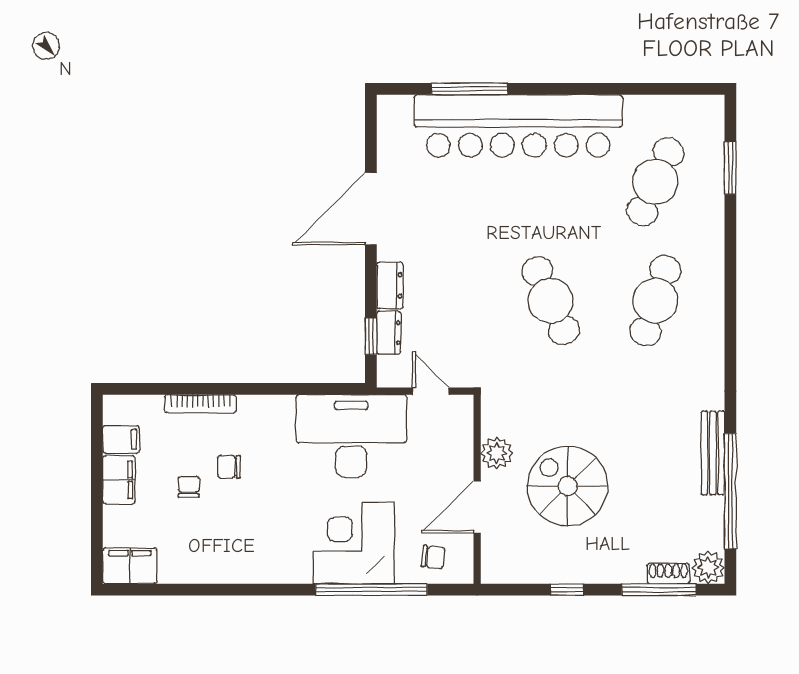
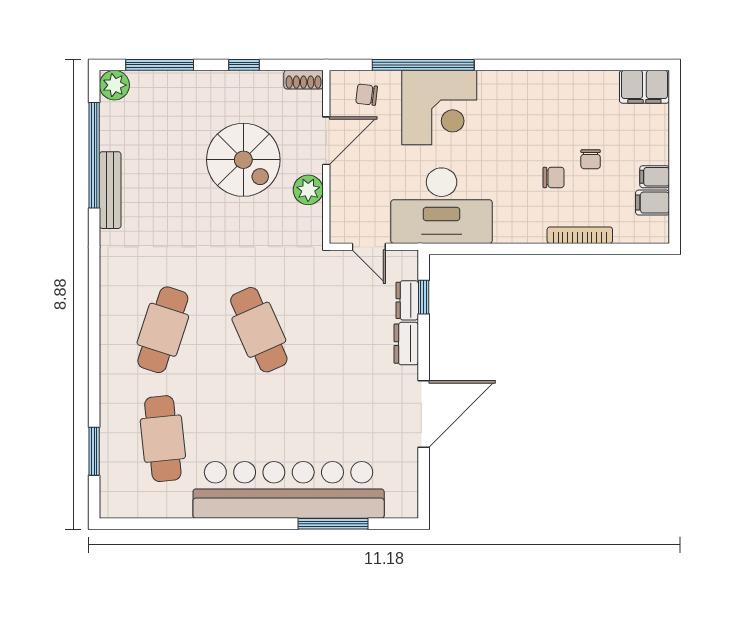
cafe table: (655, 182) -> (163, 439), turned -30
filing cabinet: (119, 480) -> (655, 177), width x0.50
shoe rack: (668, 574) -> (304, 80), moved

